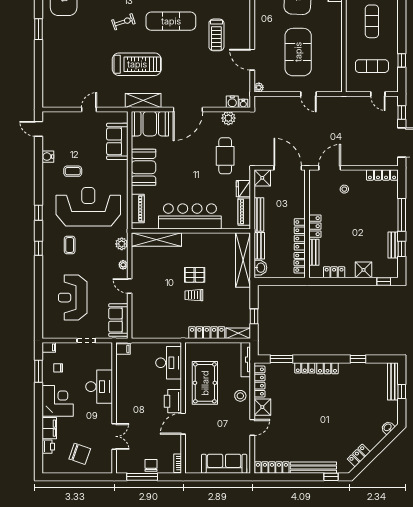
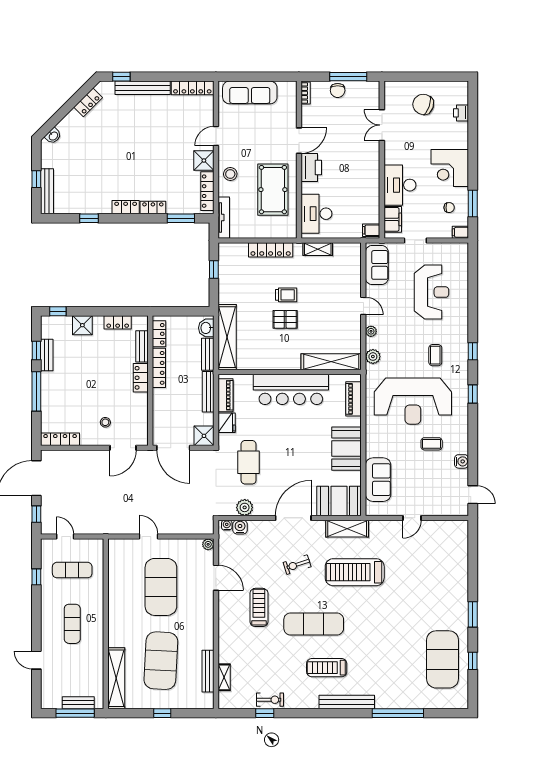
exercise bike: (123, 22) -> (297, 565), moved
shelving: (238, 333) -> (318, 249), moved
filing cabinet: (49, 428) -> (393, 219), moved, turned 180

